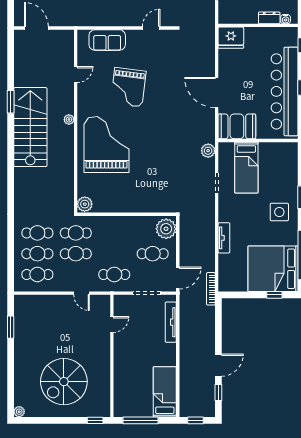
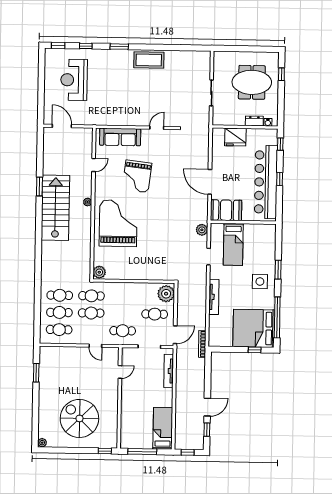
fridge: (231, 38) -> (235, 137), moved
sofa: (107, 40) -> (120, 137), width x1.36
tv unit: (224, 238) -> (214, 297), width x1.41
spiral stairs: (64, 382) -> (79, 418), turned 90

